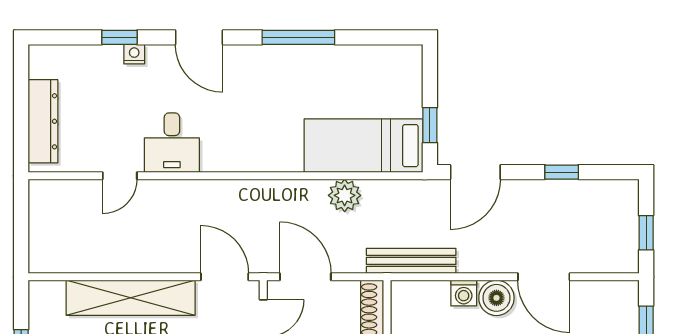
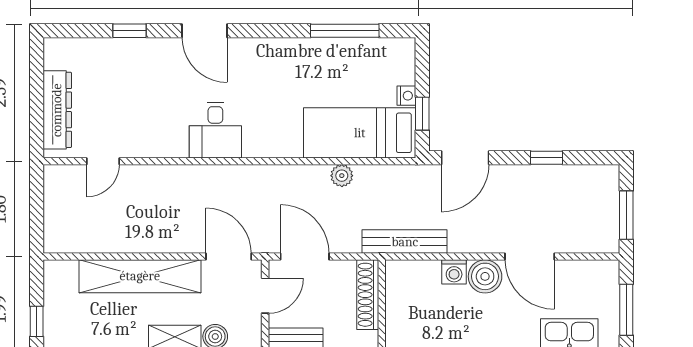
window: (298, 37) -> (345, 31), moved
nightstand: (134, 54) -> (406, 96), moved, turned 90
desk: (172, 143) -> (215, 130), moved
door: (120, 176) -> (103, 161), moved
plant: (345, 195) -> (342, 176), width x0.73, depth x0.73
window: (646, 233) -> (626, 215), width x1.50

